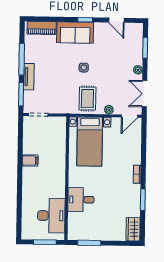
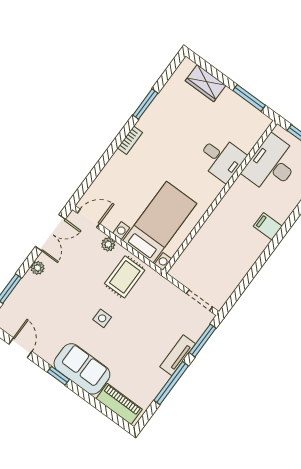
filing cabinet: (30, 160) -> (268, 226), moved
wardrobe: (133, 229) -> (206, 83), moved, turned 90

